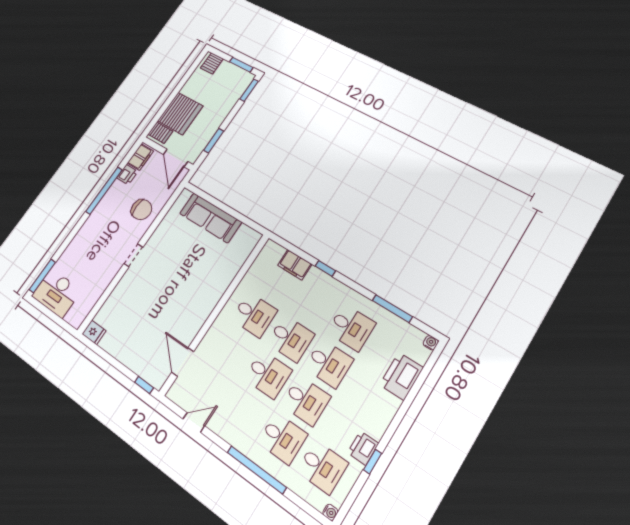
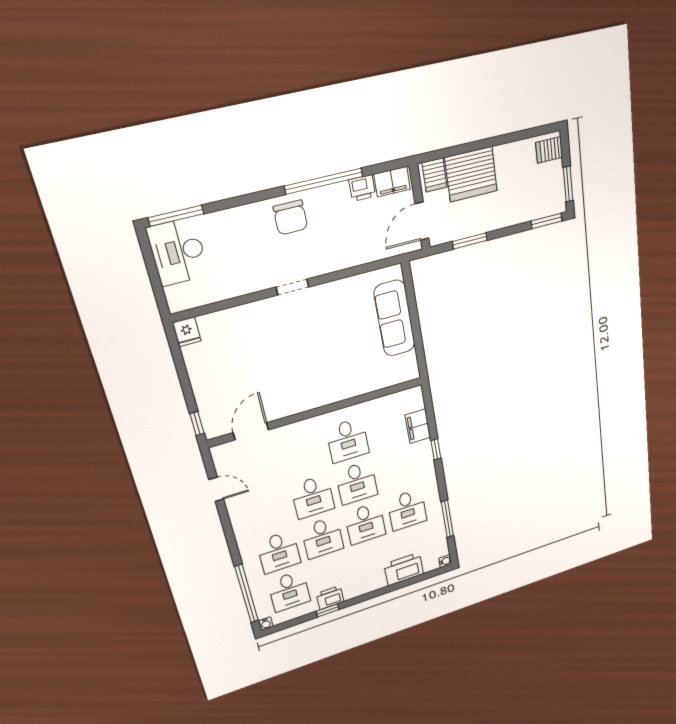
chair: (141, 210) -> (290, 217), moved
window: (257, 470) -> (247, 594), moved

